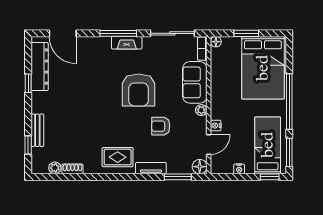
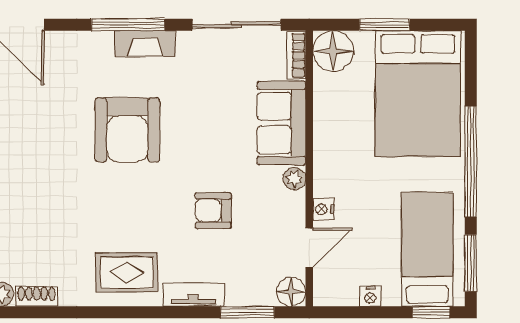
floor lamp: (216, 42) -> (333, 51), width x1.89, depth x1.89
armchair: (139, 90) -> (127, 130), moved

